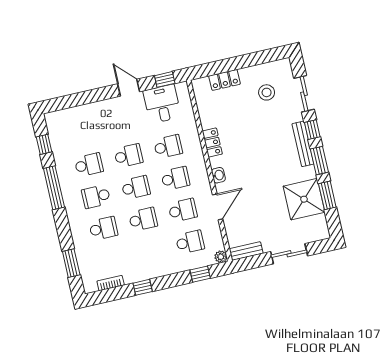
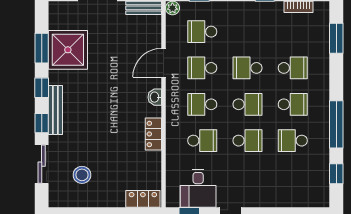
locker: (225, 80) -> (143, 199), moved
school desk: (168, 147) -> (202, 141), turned 180
school desk: (128, 156) -> (248, 141), turned 180
window: (319, 161) -> (42, 88), width x0.67
school desk: (136, 187) -> (248, 104), turned 180
school desk: (103, 228) -> (293, 68), turned 180

